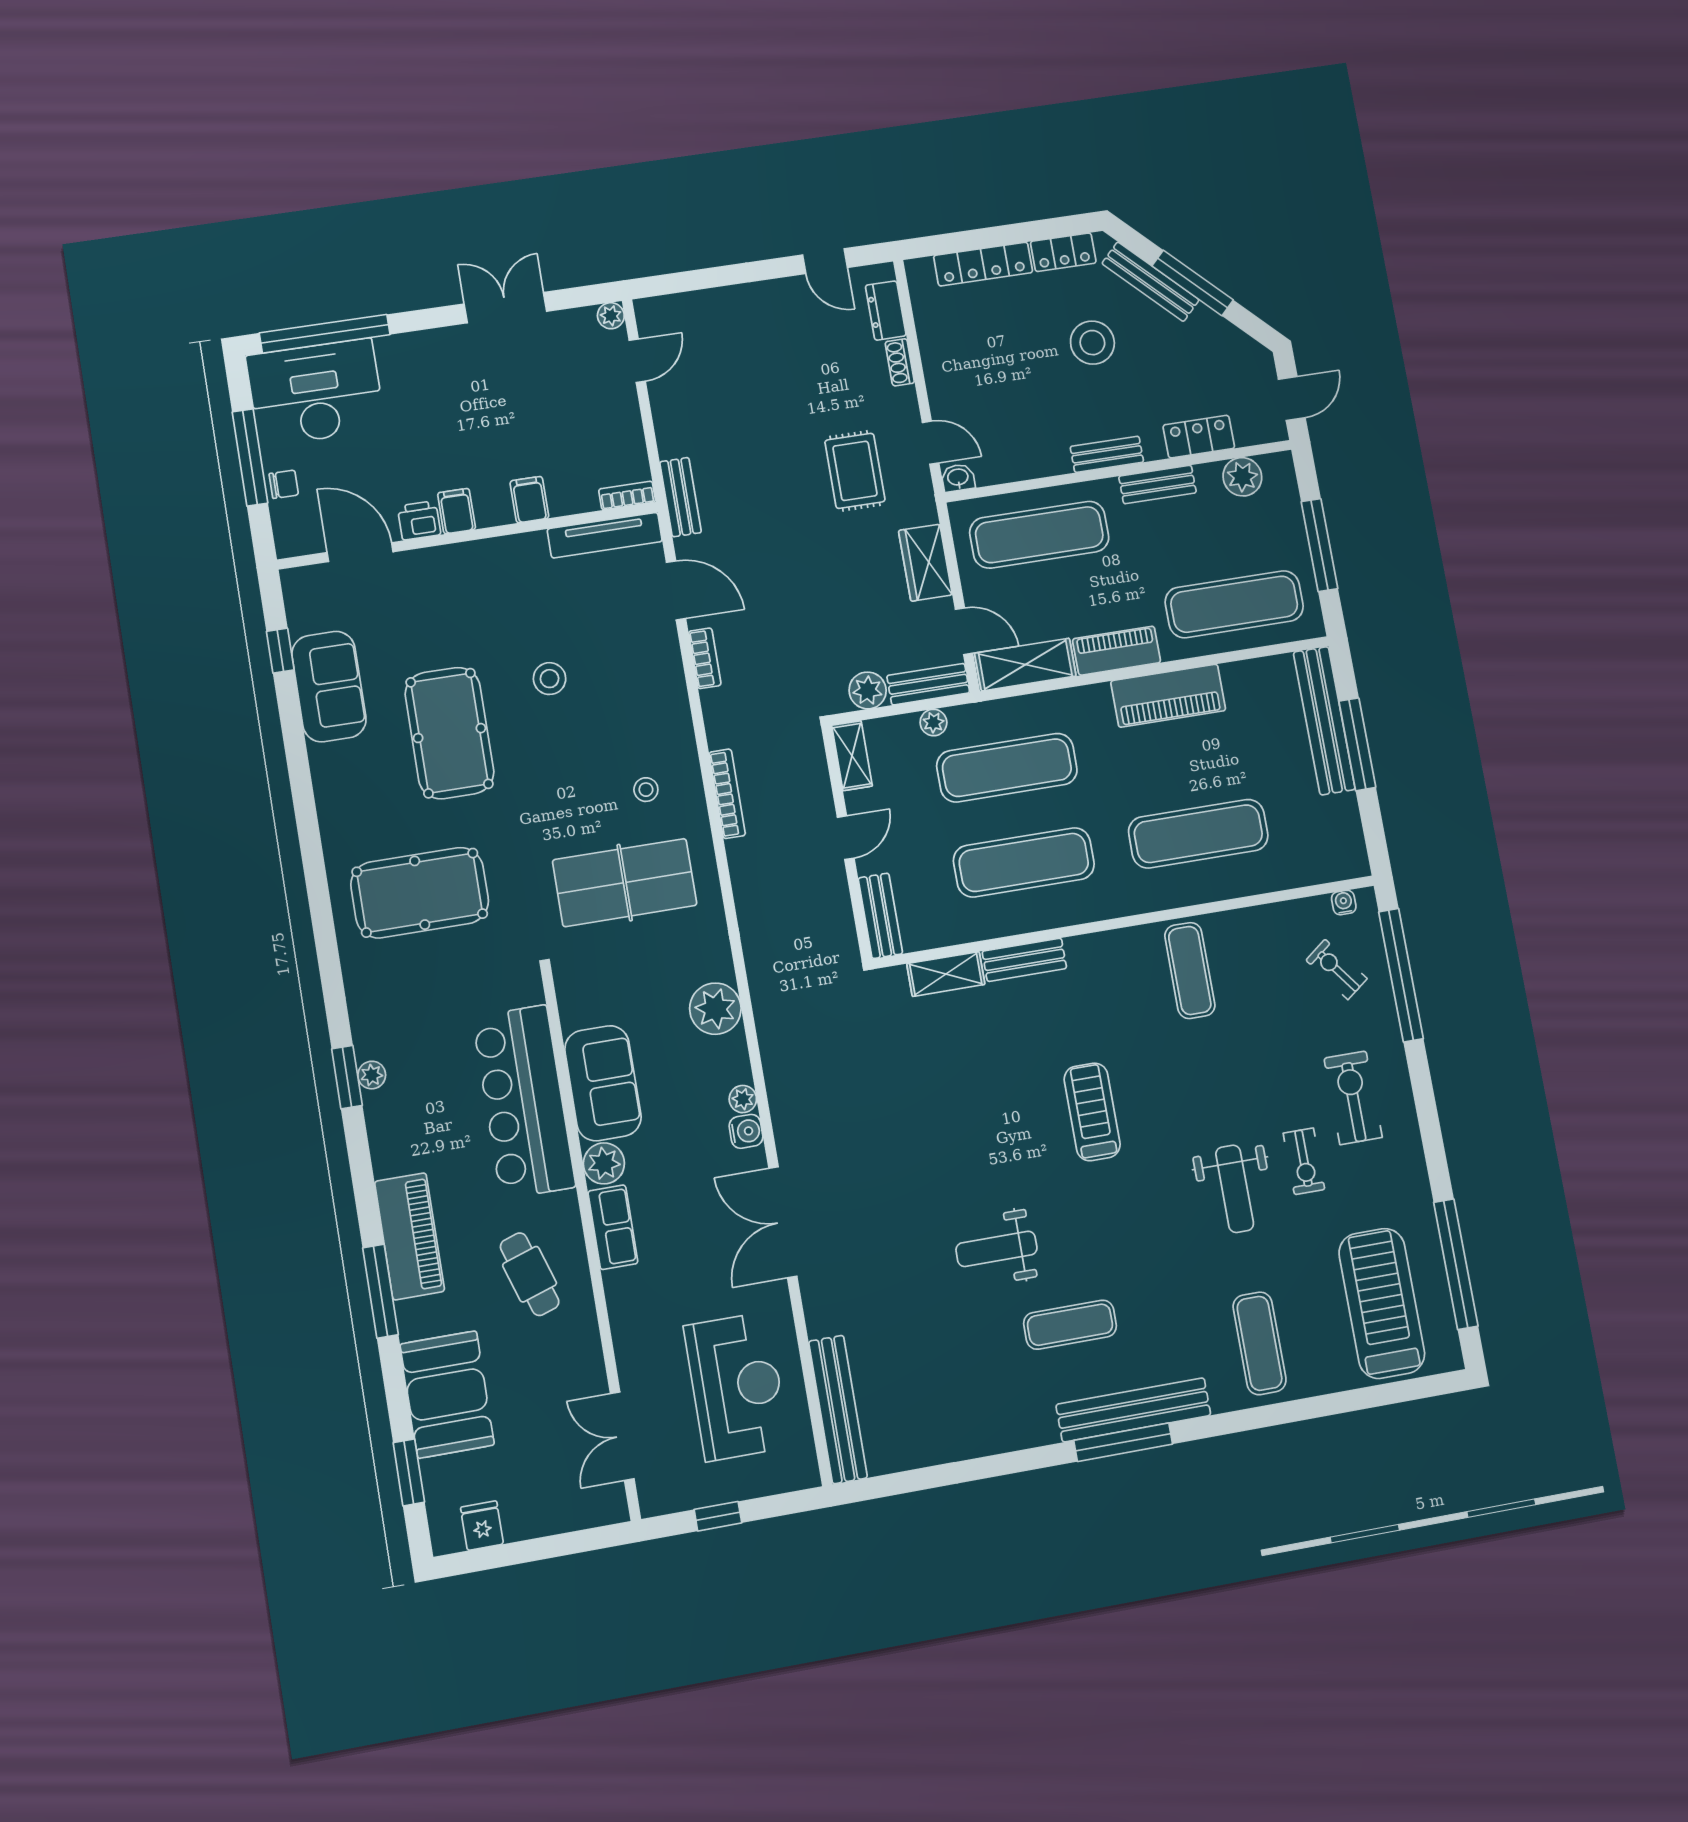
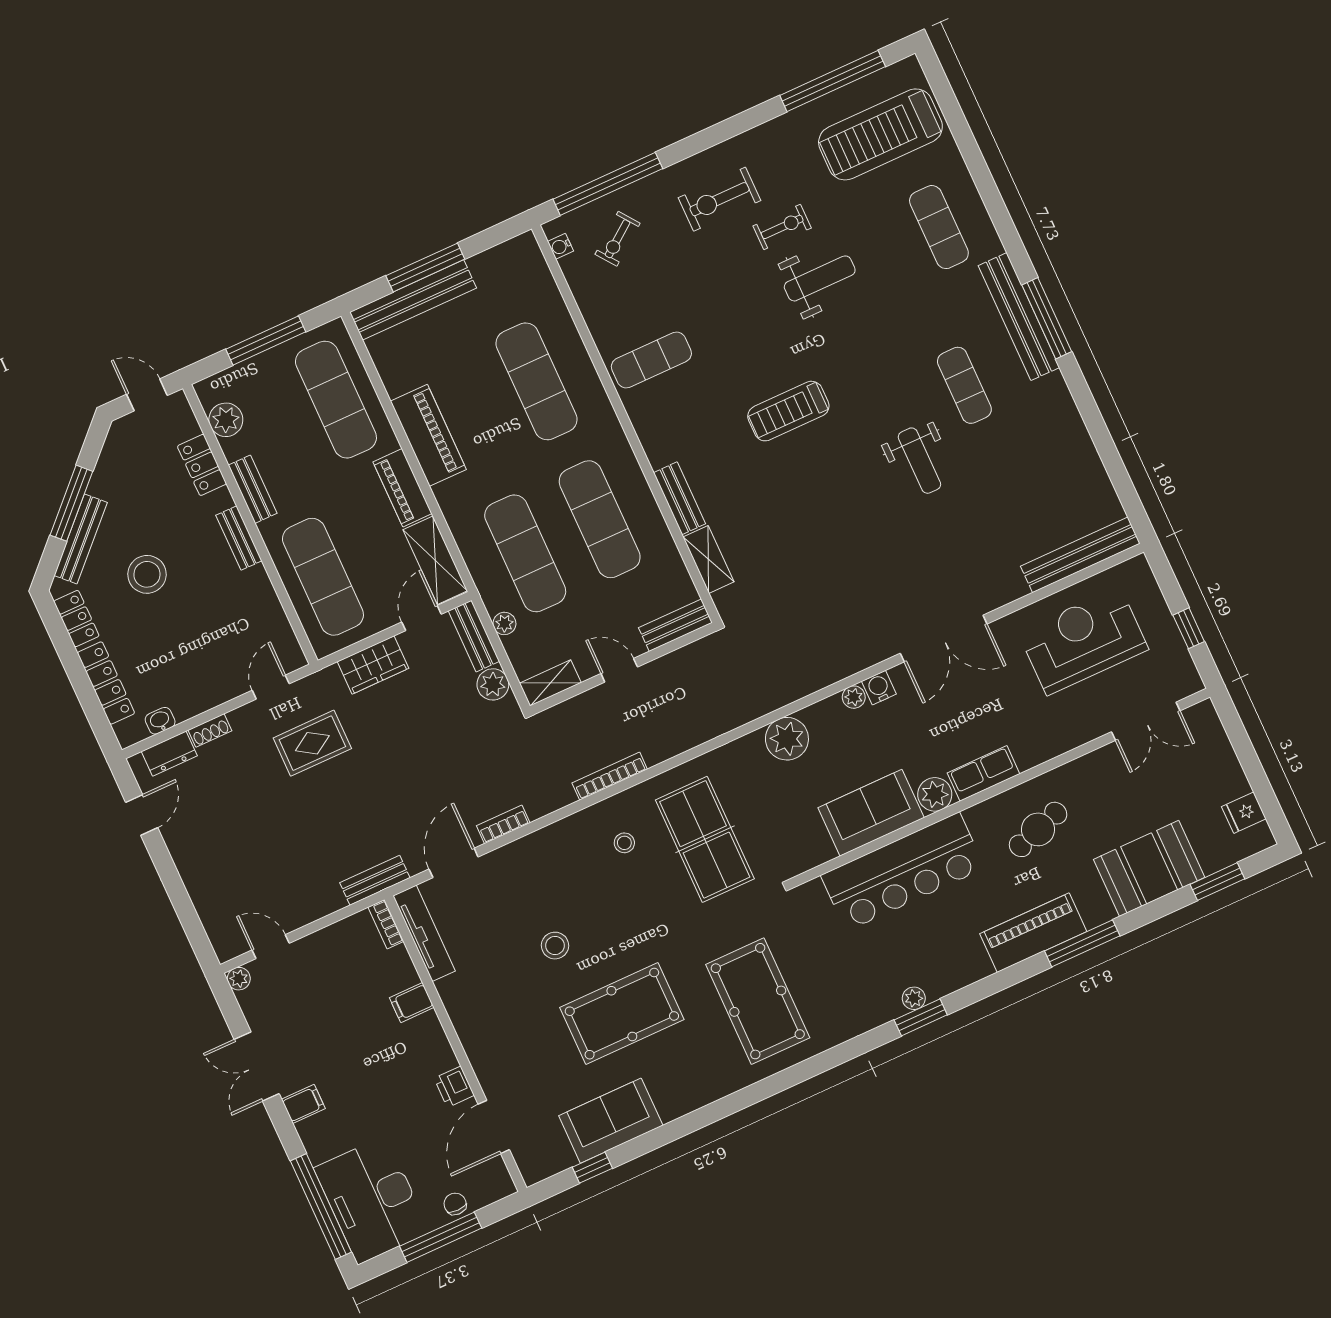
washbasin: (958, 478) -> (160, 721), moved, turned 90
filing cabinet: (457, 511) -> (303, 1104), moved, turned 180
exercise mat: (1260, 1343) -> (939, 227), turned 90

